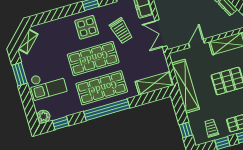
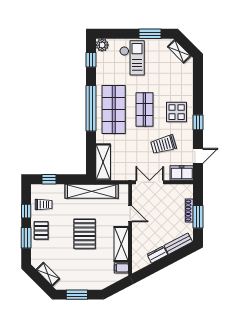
shop shelf: (93, 58) -> (144, 110), width x0.70, depth x0.74
checkout: (47, 85) -> (132, 58), turned 180

